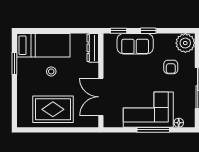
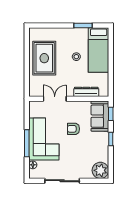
sofa: (135, 44) -> (100, 116), moved
dresser: (93, 48) -> (86, 92), moved
armchair: (171, 67) -> (73, 129), moved
double door: (101, 97) -> (55, 99), width x0.73

